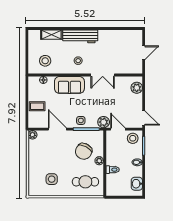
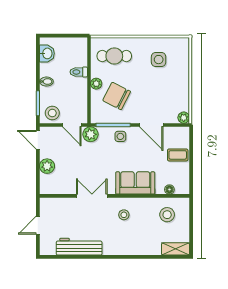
shelving: (51, 35) -> (176, 249), moved
workbench: (80, 36) -> (79, 247), moved
plant: (137, 88) -> (47, 166), moved
chair: (84, 151) -> (117, 96), turned -91

